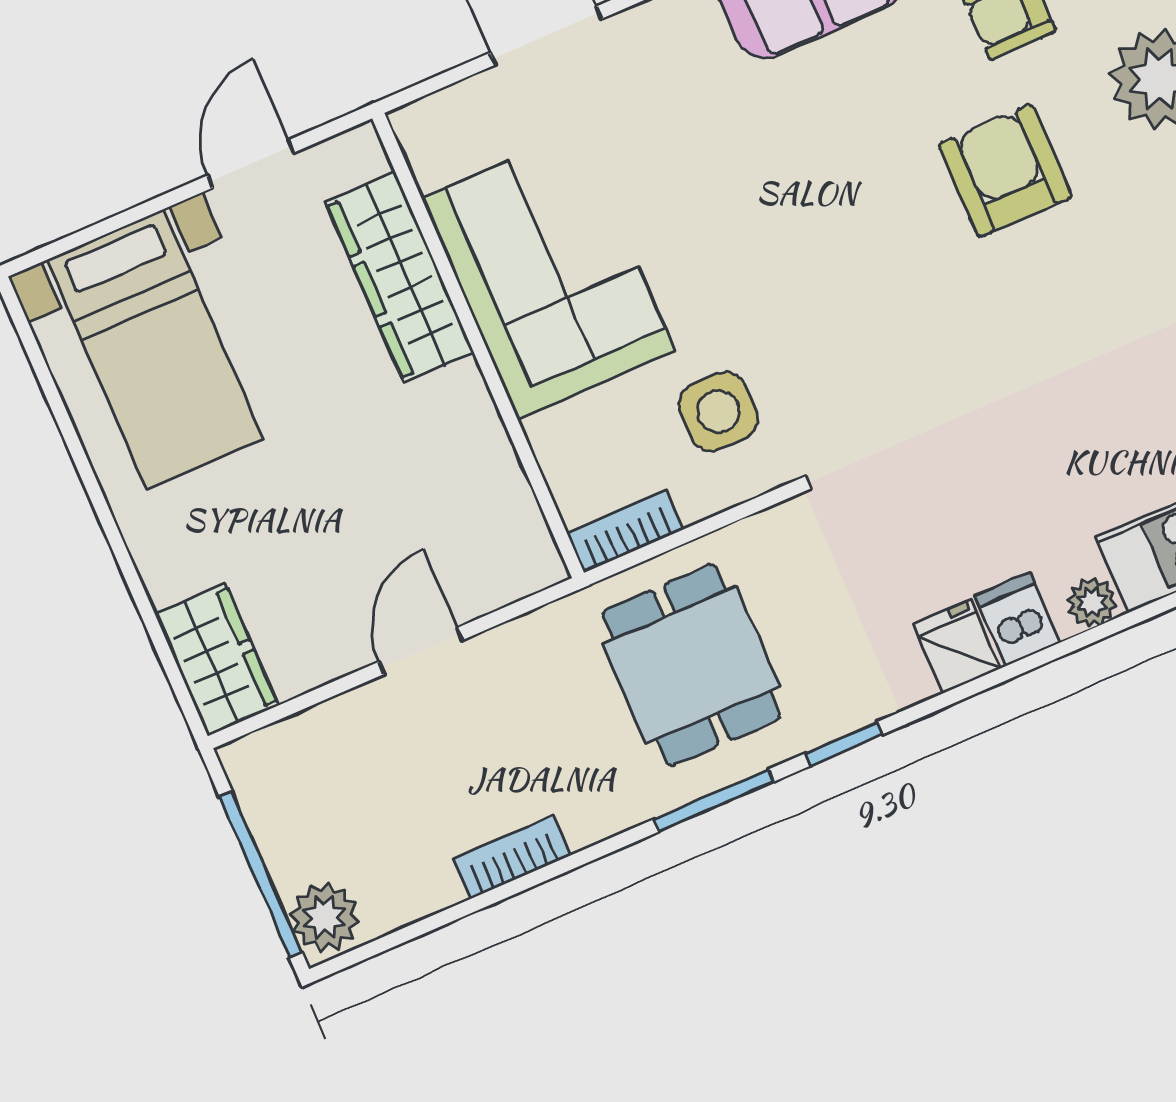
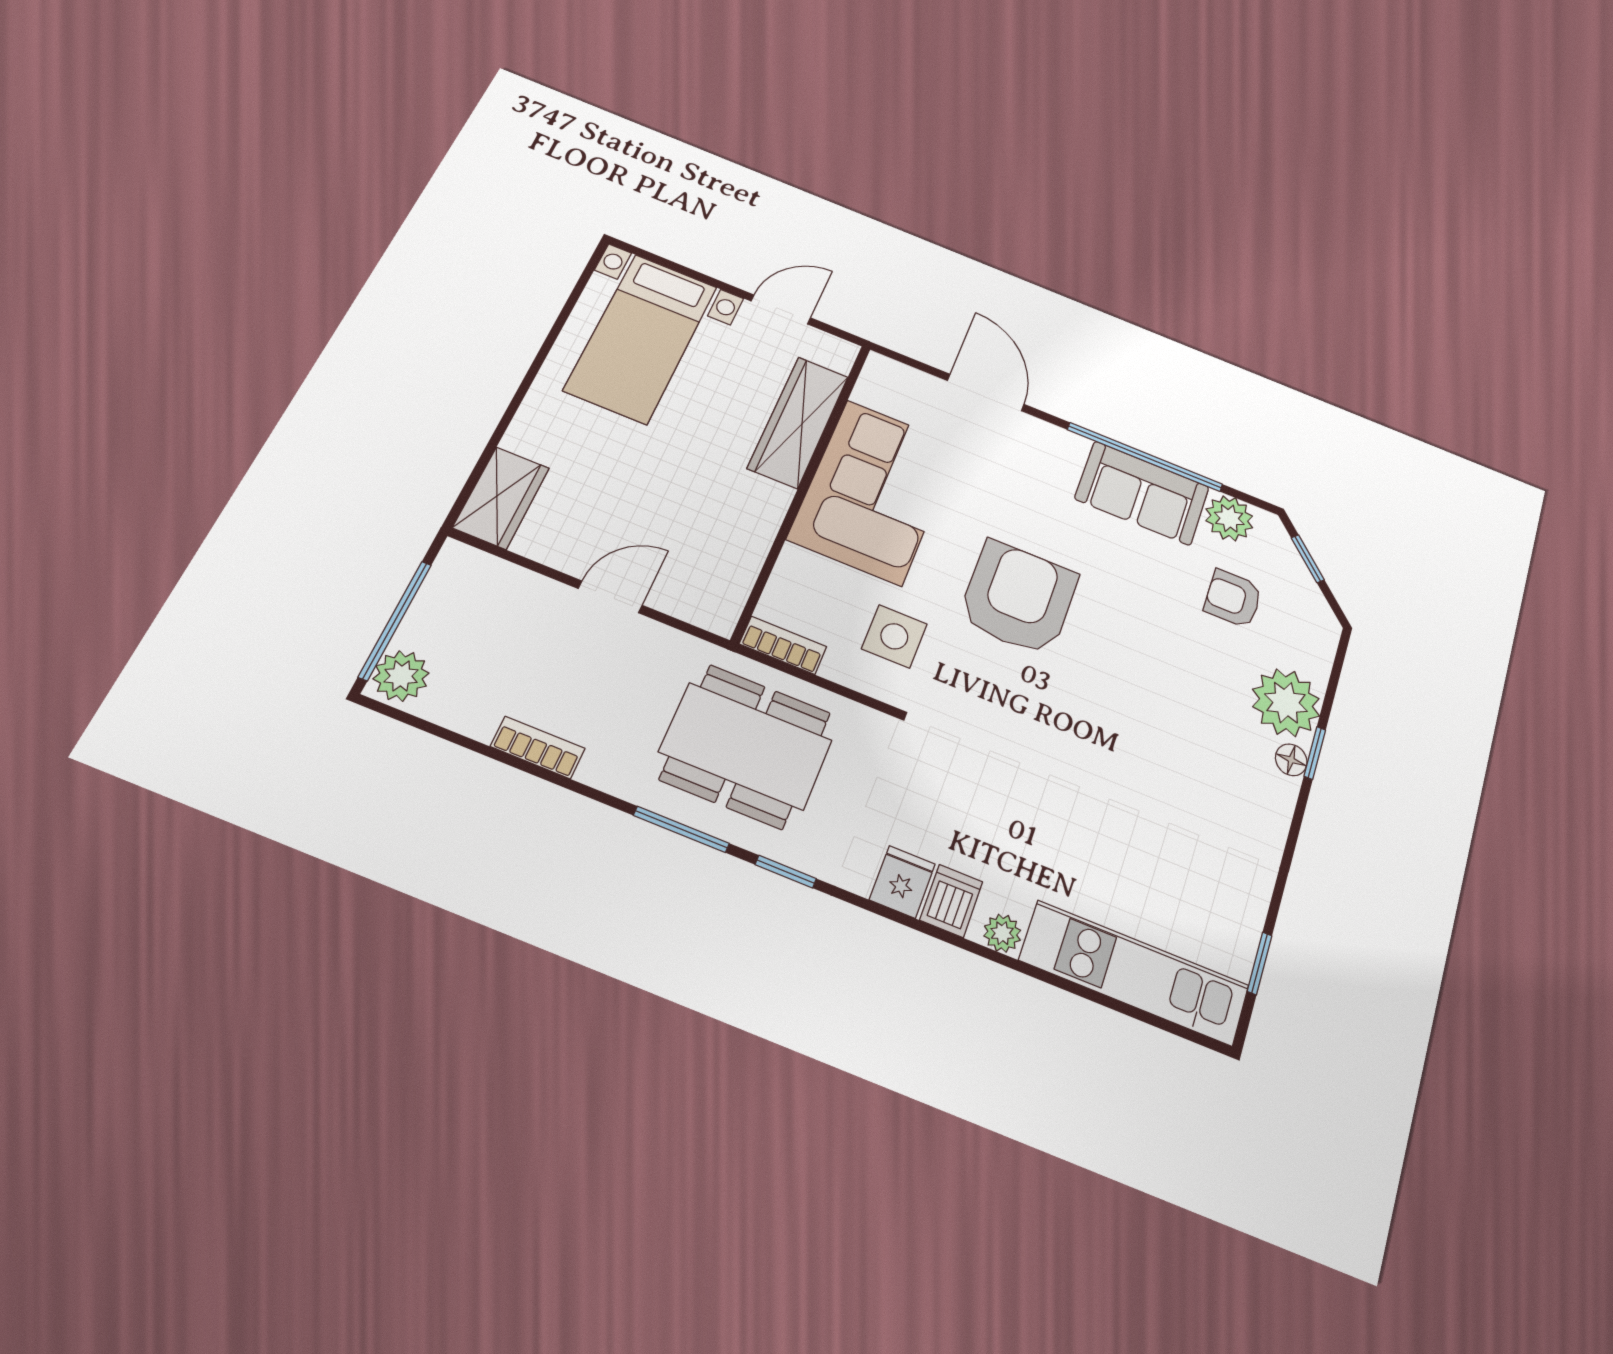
armchair: (1005, 171) -> (1018, 598), moved, width x1.36, depth x1.36
dining table: (691, 665) -> (746, 746), width x1.38

